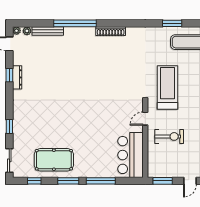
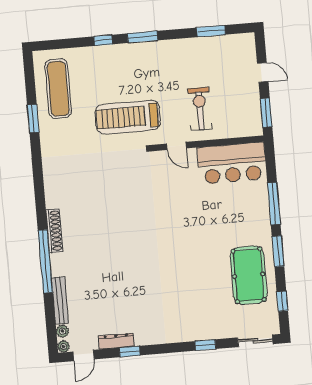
shoe rack: (111, 31) -> (54, 231), moved
dresser: (17, 77) -> (116, 341), moved

